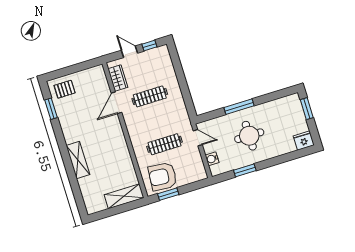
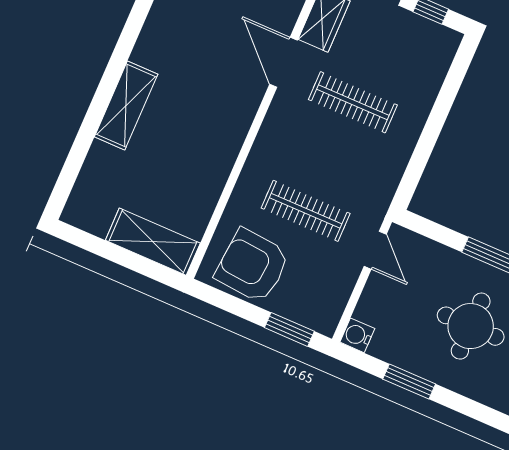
door: (116, 103) -> (283, 62), hinge flipped
water cooler: (212, 159) -> (357, 335), moved
window: (168, 194) -> (289, 329), moved

